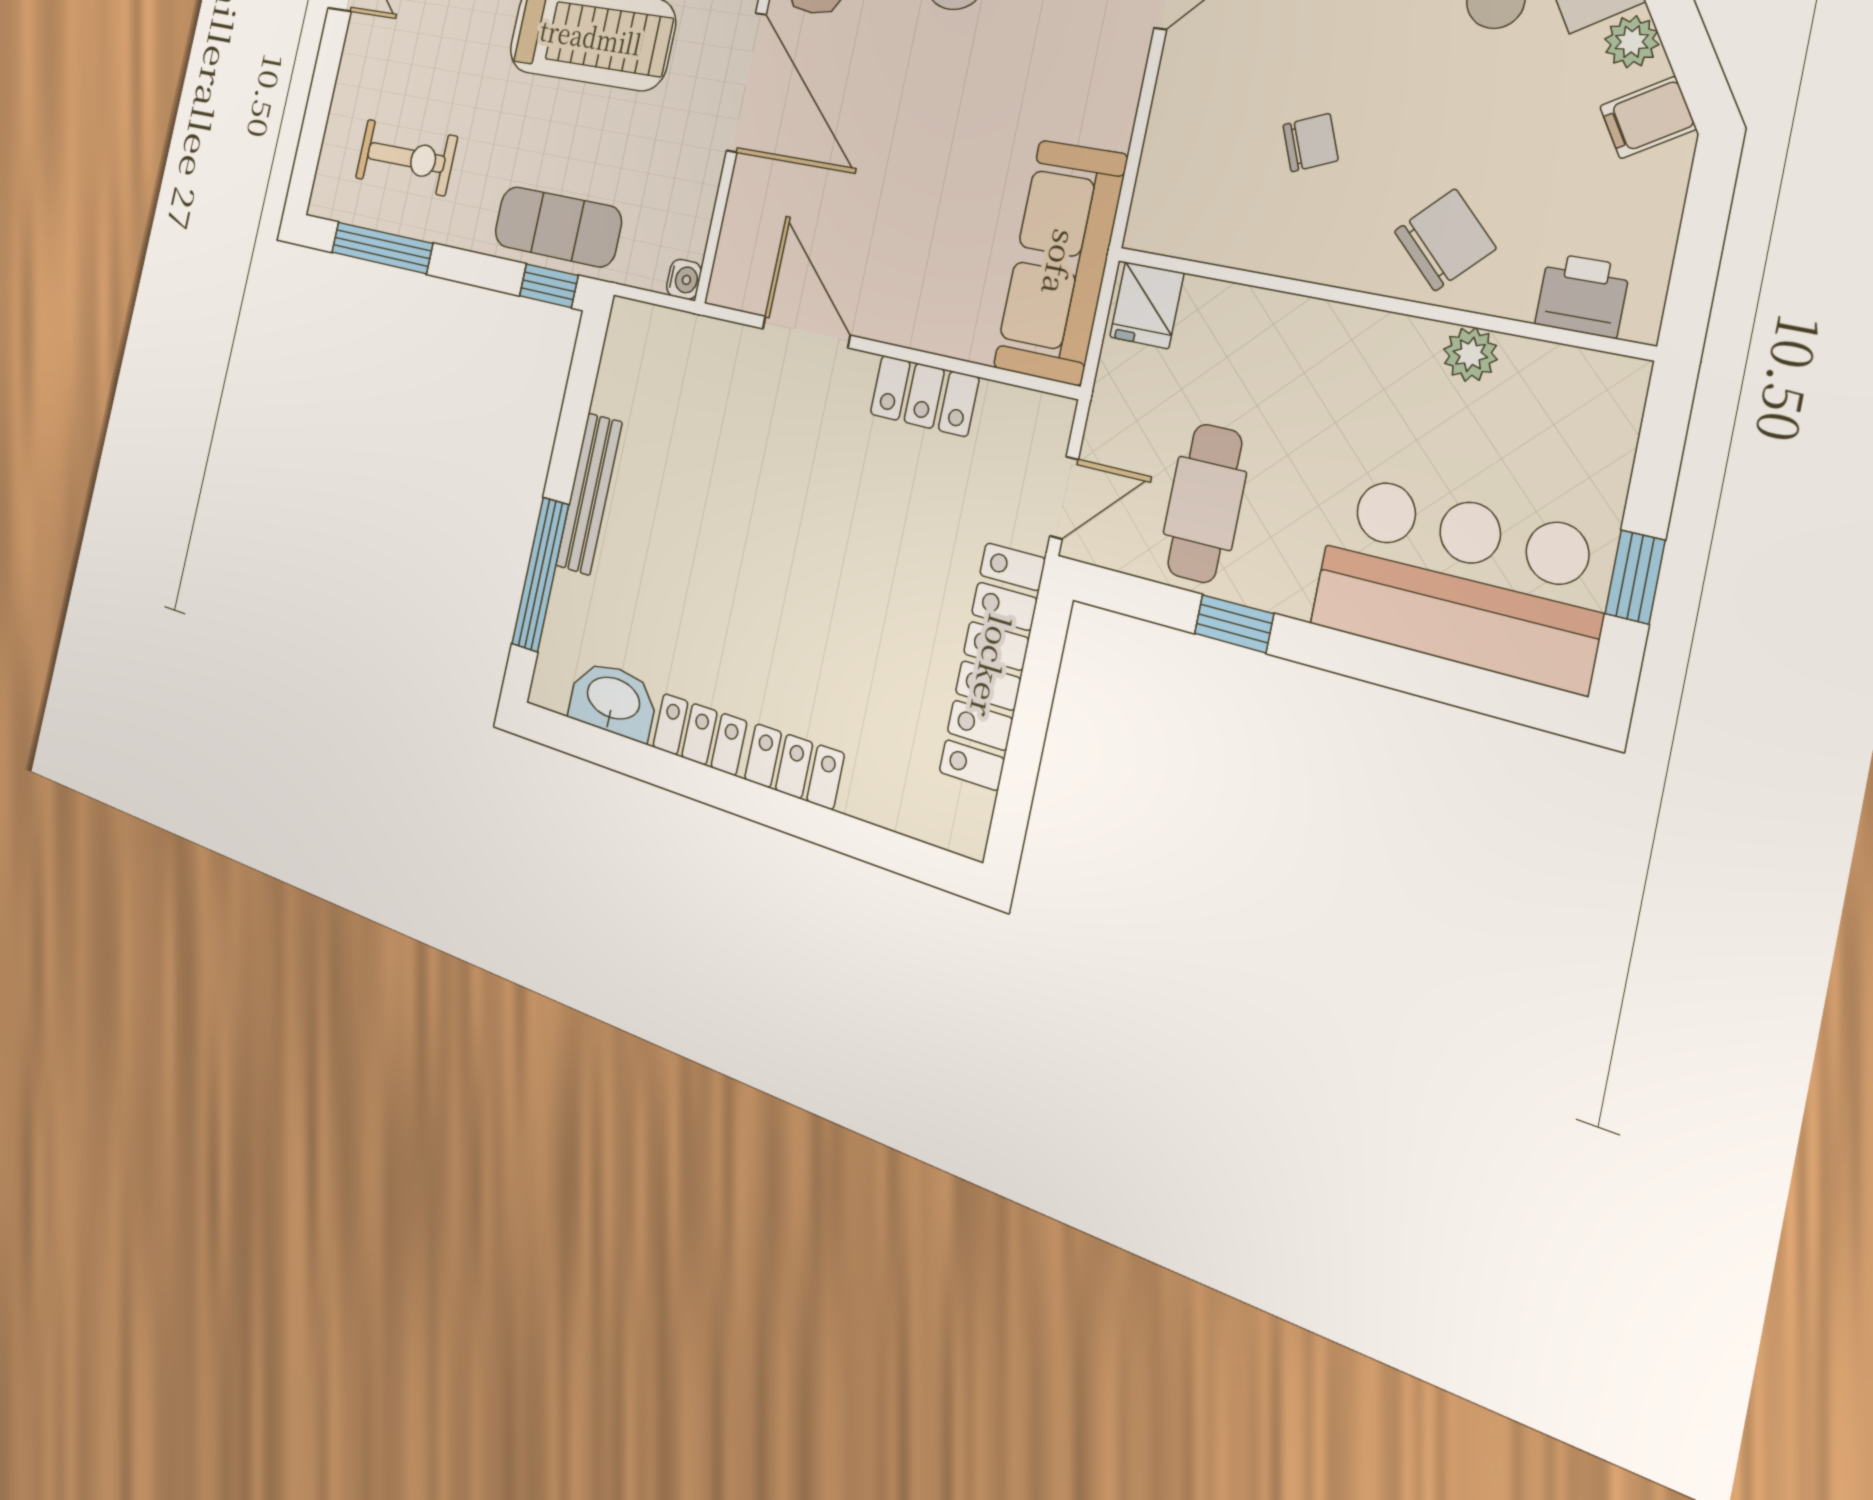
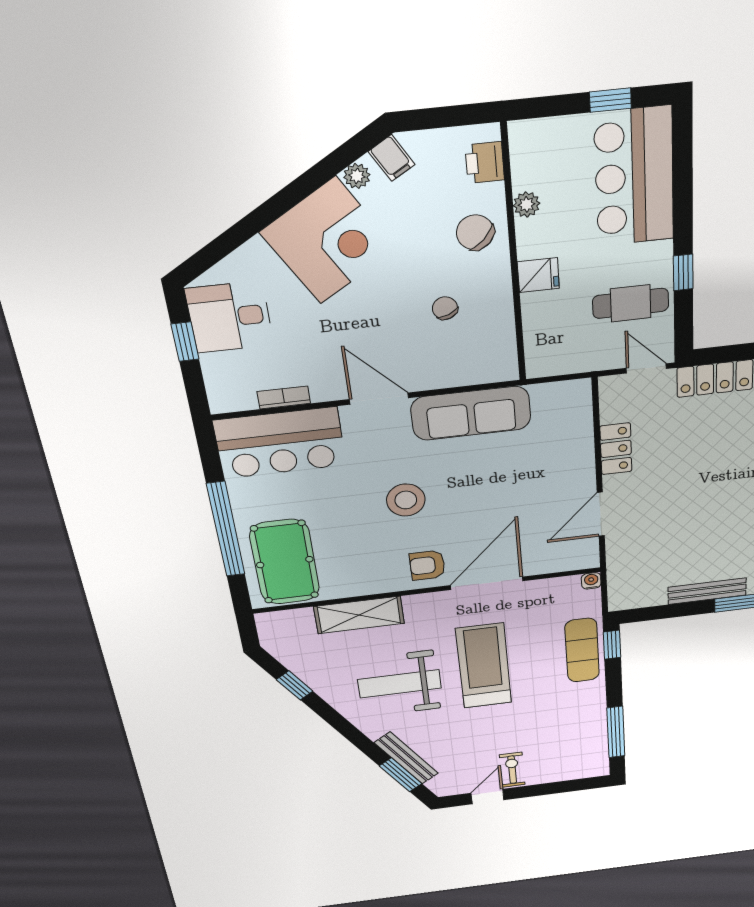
exercise bike: (406, 157) -> (512, 770), moved, width x0.73, depth x0.72
sofa: (1060, 262) -> (471, 413), moved
fridge: (1147, 305) -> (538, 275), moved

